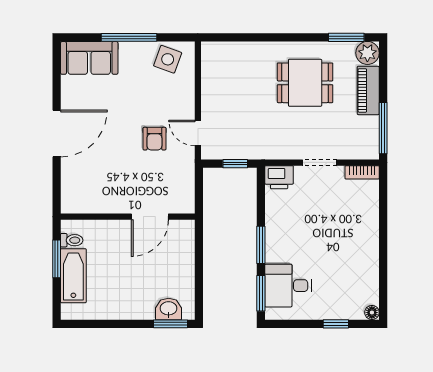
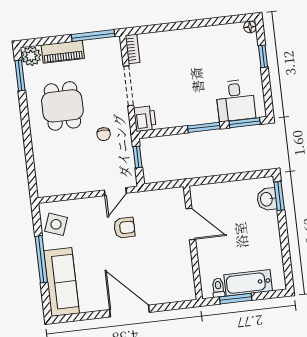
sofa: (89, 58) -> (62, 282), width x1.36
chair: (266, 127) -> (104, 134), added
doorway: (320, 163) -> (128, 86), width x1.38

